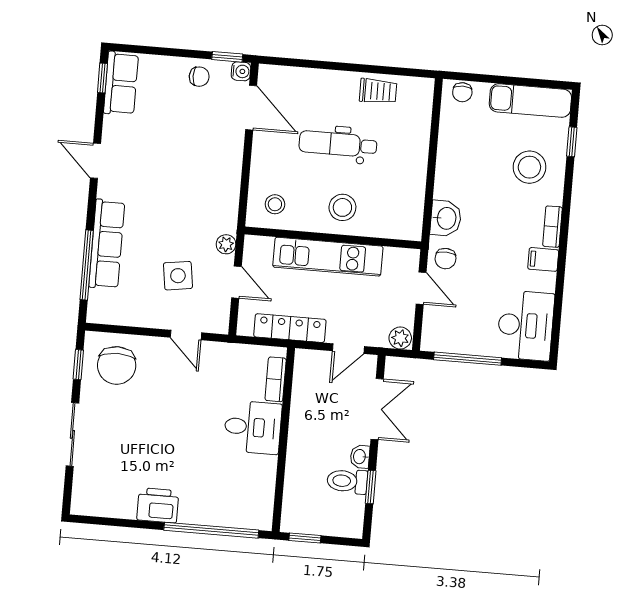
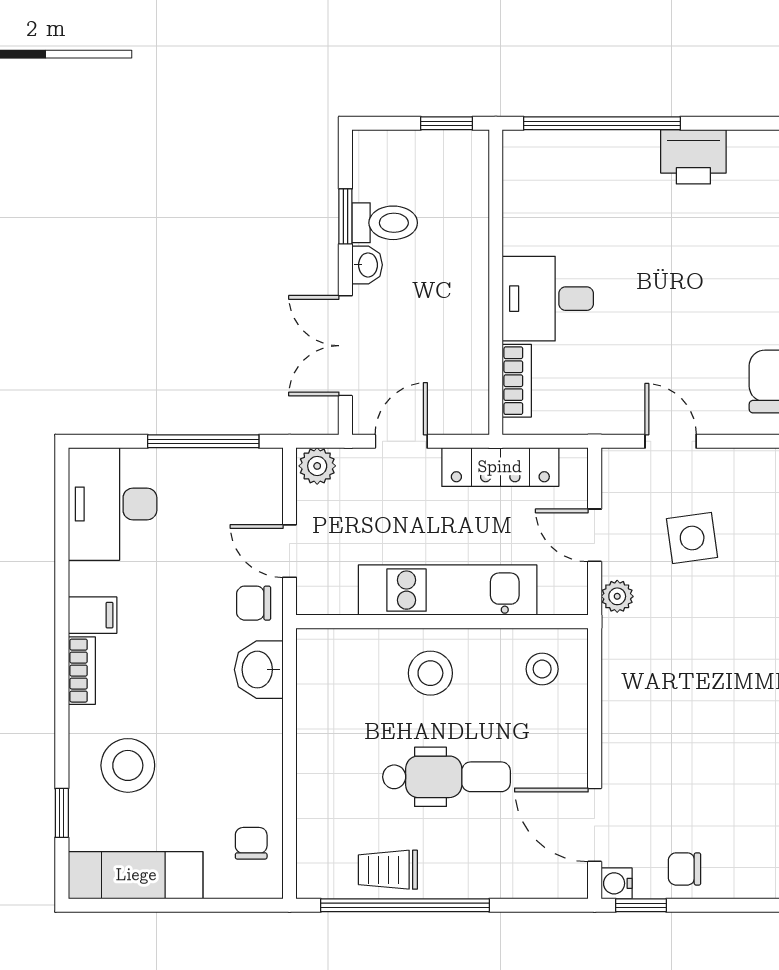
window: (370, 69) -> (405, 905), added
chair: (462, 92) -> (251, 843), moved
chair: (445, 259) -> (254, 603), turned -92

